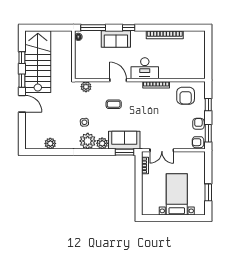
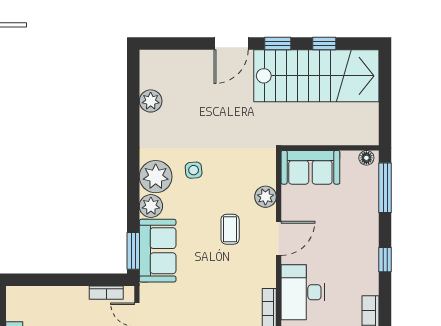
sofa: (116, 39) -> (310, 167), moved, turned -90
plant: (86, 87) -> (265, 197), moved

